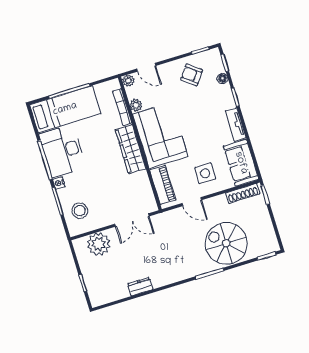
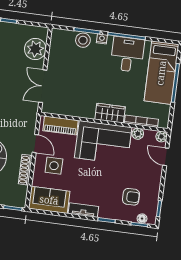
door: (146, 67) -> (166, 157), hinge flipped
armchair: (192, 75) -> (131, 197), moved, turned 53
floor lamp: (222, 78) -> (142, 219), moved
wardrobe: (131, 149) -> (110, 113), width x0.67
desk: (63, 151) -> (127, 54), width x0.73
shoe rack: (243, 193) -> (25, 170), moved
door: (192, 202) -> (35, 144), swing flipped
stool: (80, 211) -> (83, 40), moved

